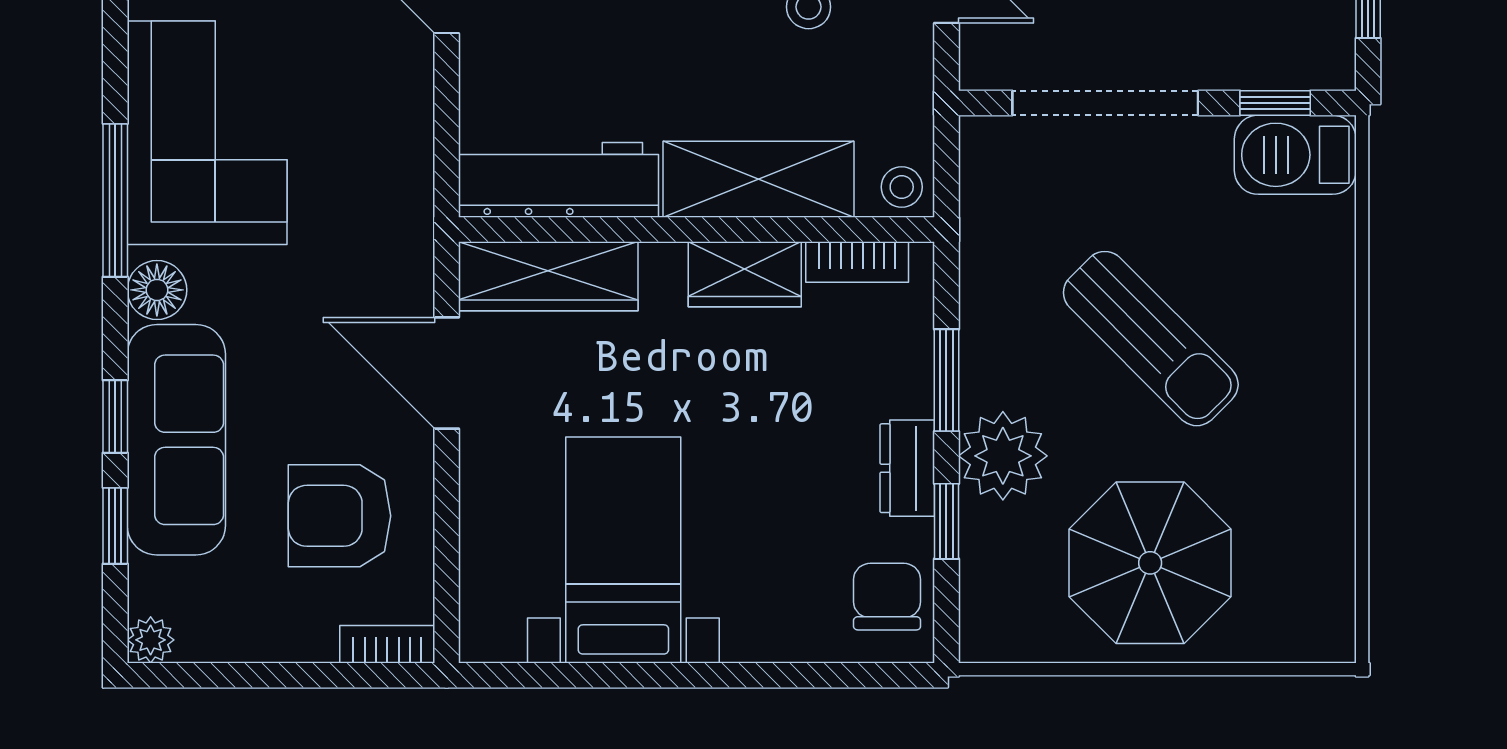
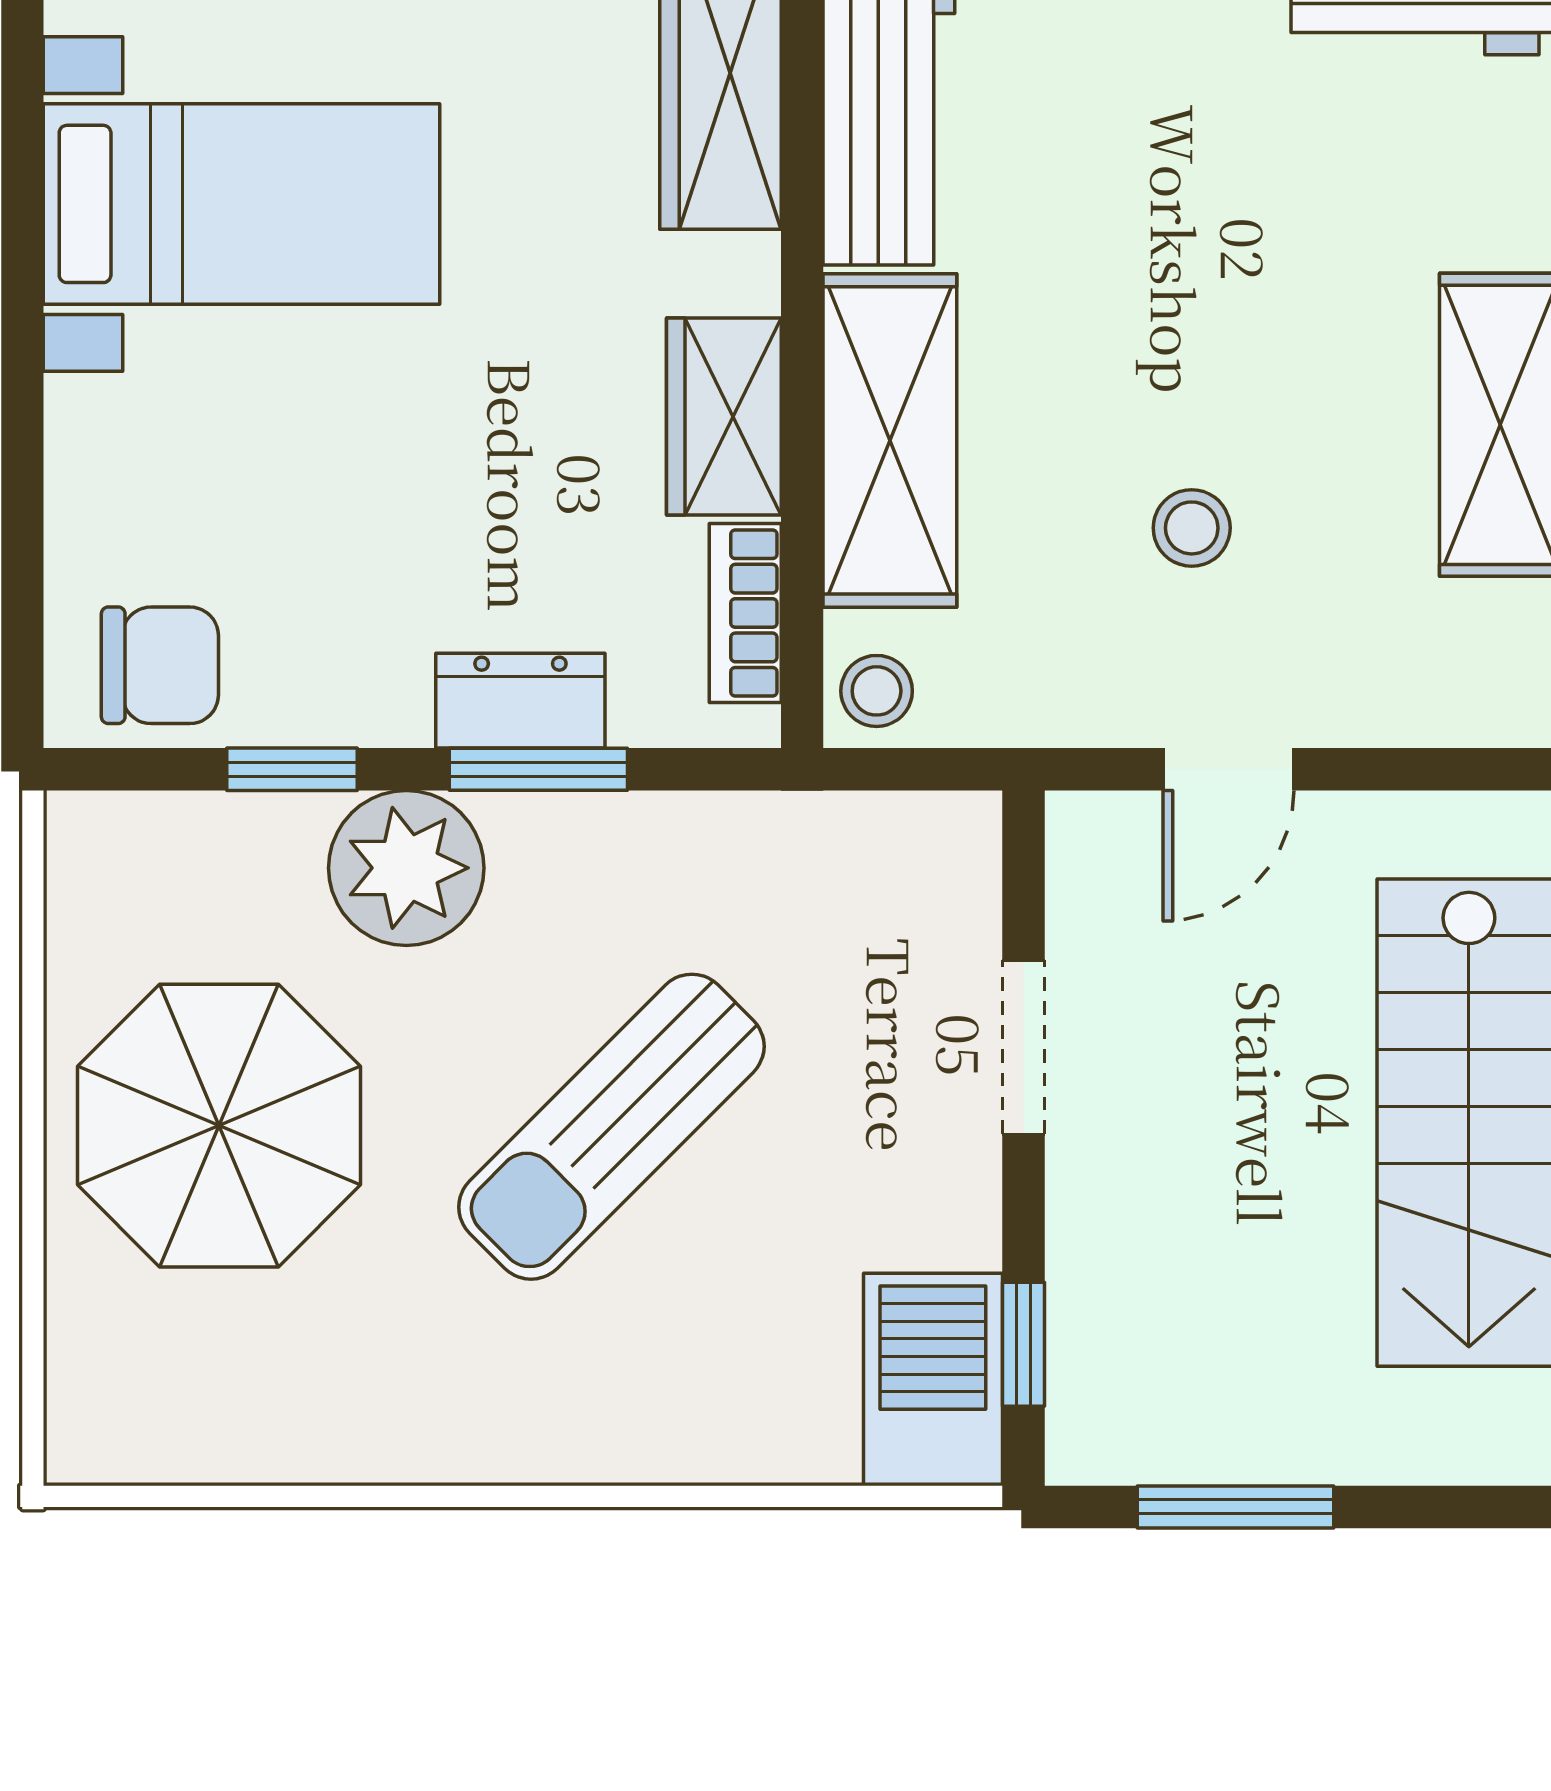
doorway: (1105, 103) -> (1023, 1047), width x0.53
dresser: (907, 468) -> (520, 701), moved

